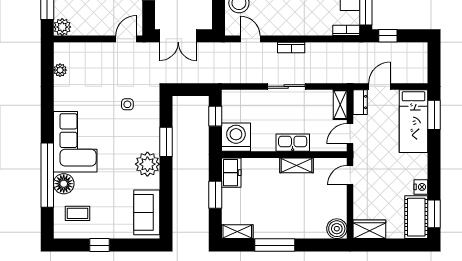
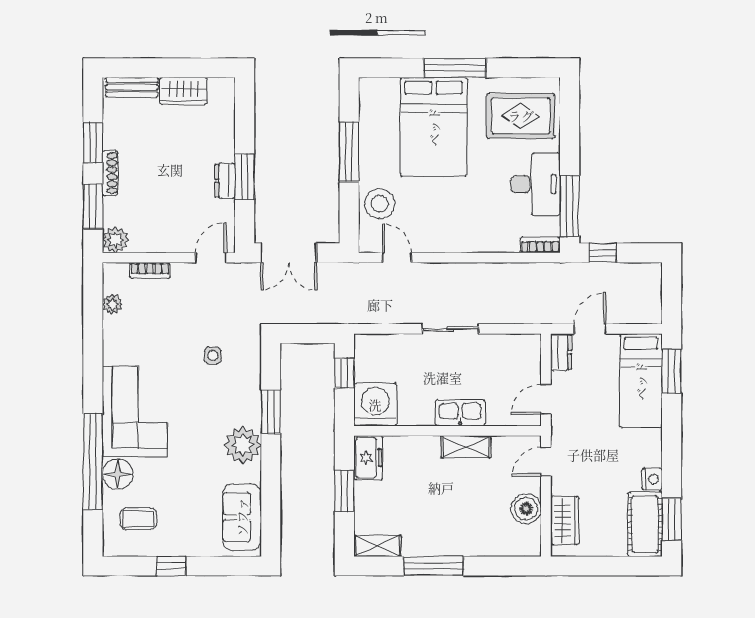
bookcase: (291, 47) -> (150, 270), moved
shelving: (340, 105) -> (531, 356), removed
boiler: (337, 229) -> (526, 509), moved
wardrobe: (369, 229) -> (565, 521), moved, turned 90

